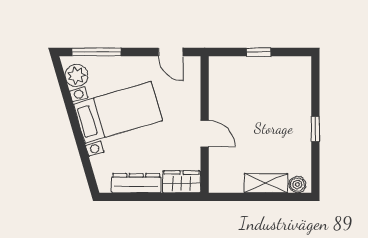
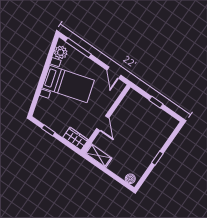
dresser: (136, 183) -> (53, 124), removed
shelving: (266, 183) -> (98, 156), moved
window: (135, 197) -> (48, 130), added

